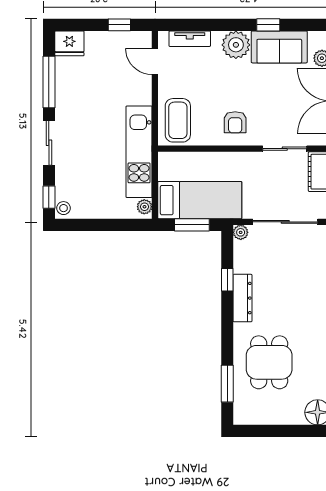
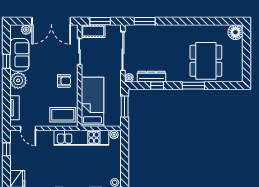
door: (155, 62) -> (28, 128), hinge flipped
bed: (200, 200) -> (92, 102), moved
dresser: (242, 298) -> (151, 77), moved
dining table: (269, 362) -> (206, 61), width x1.37
window: (227, 384) -> (193, 86), moved

